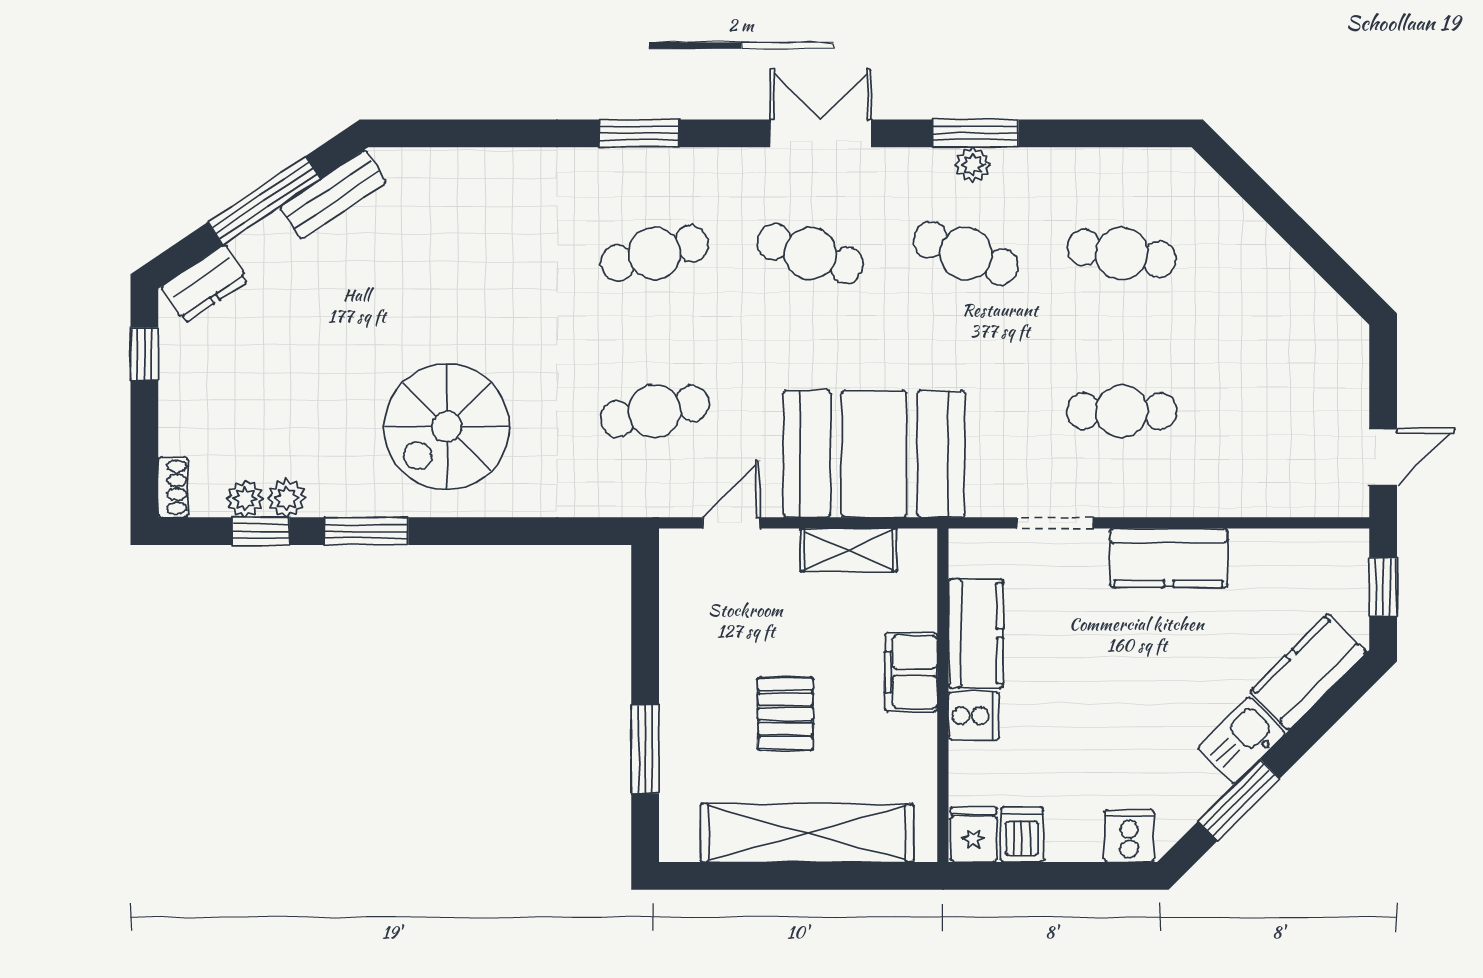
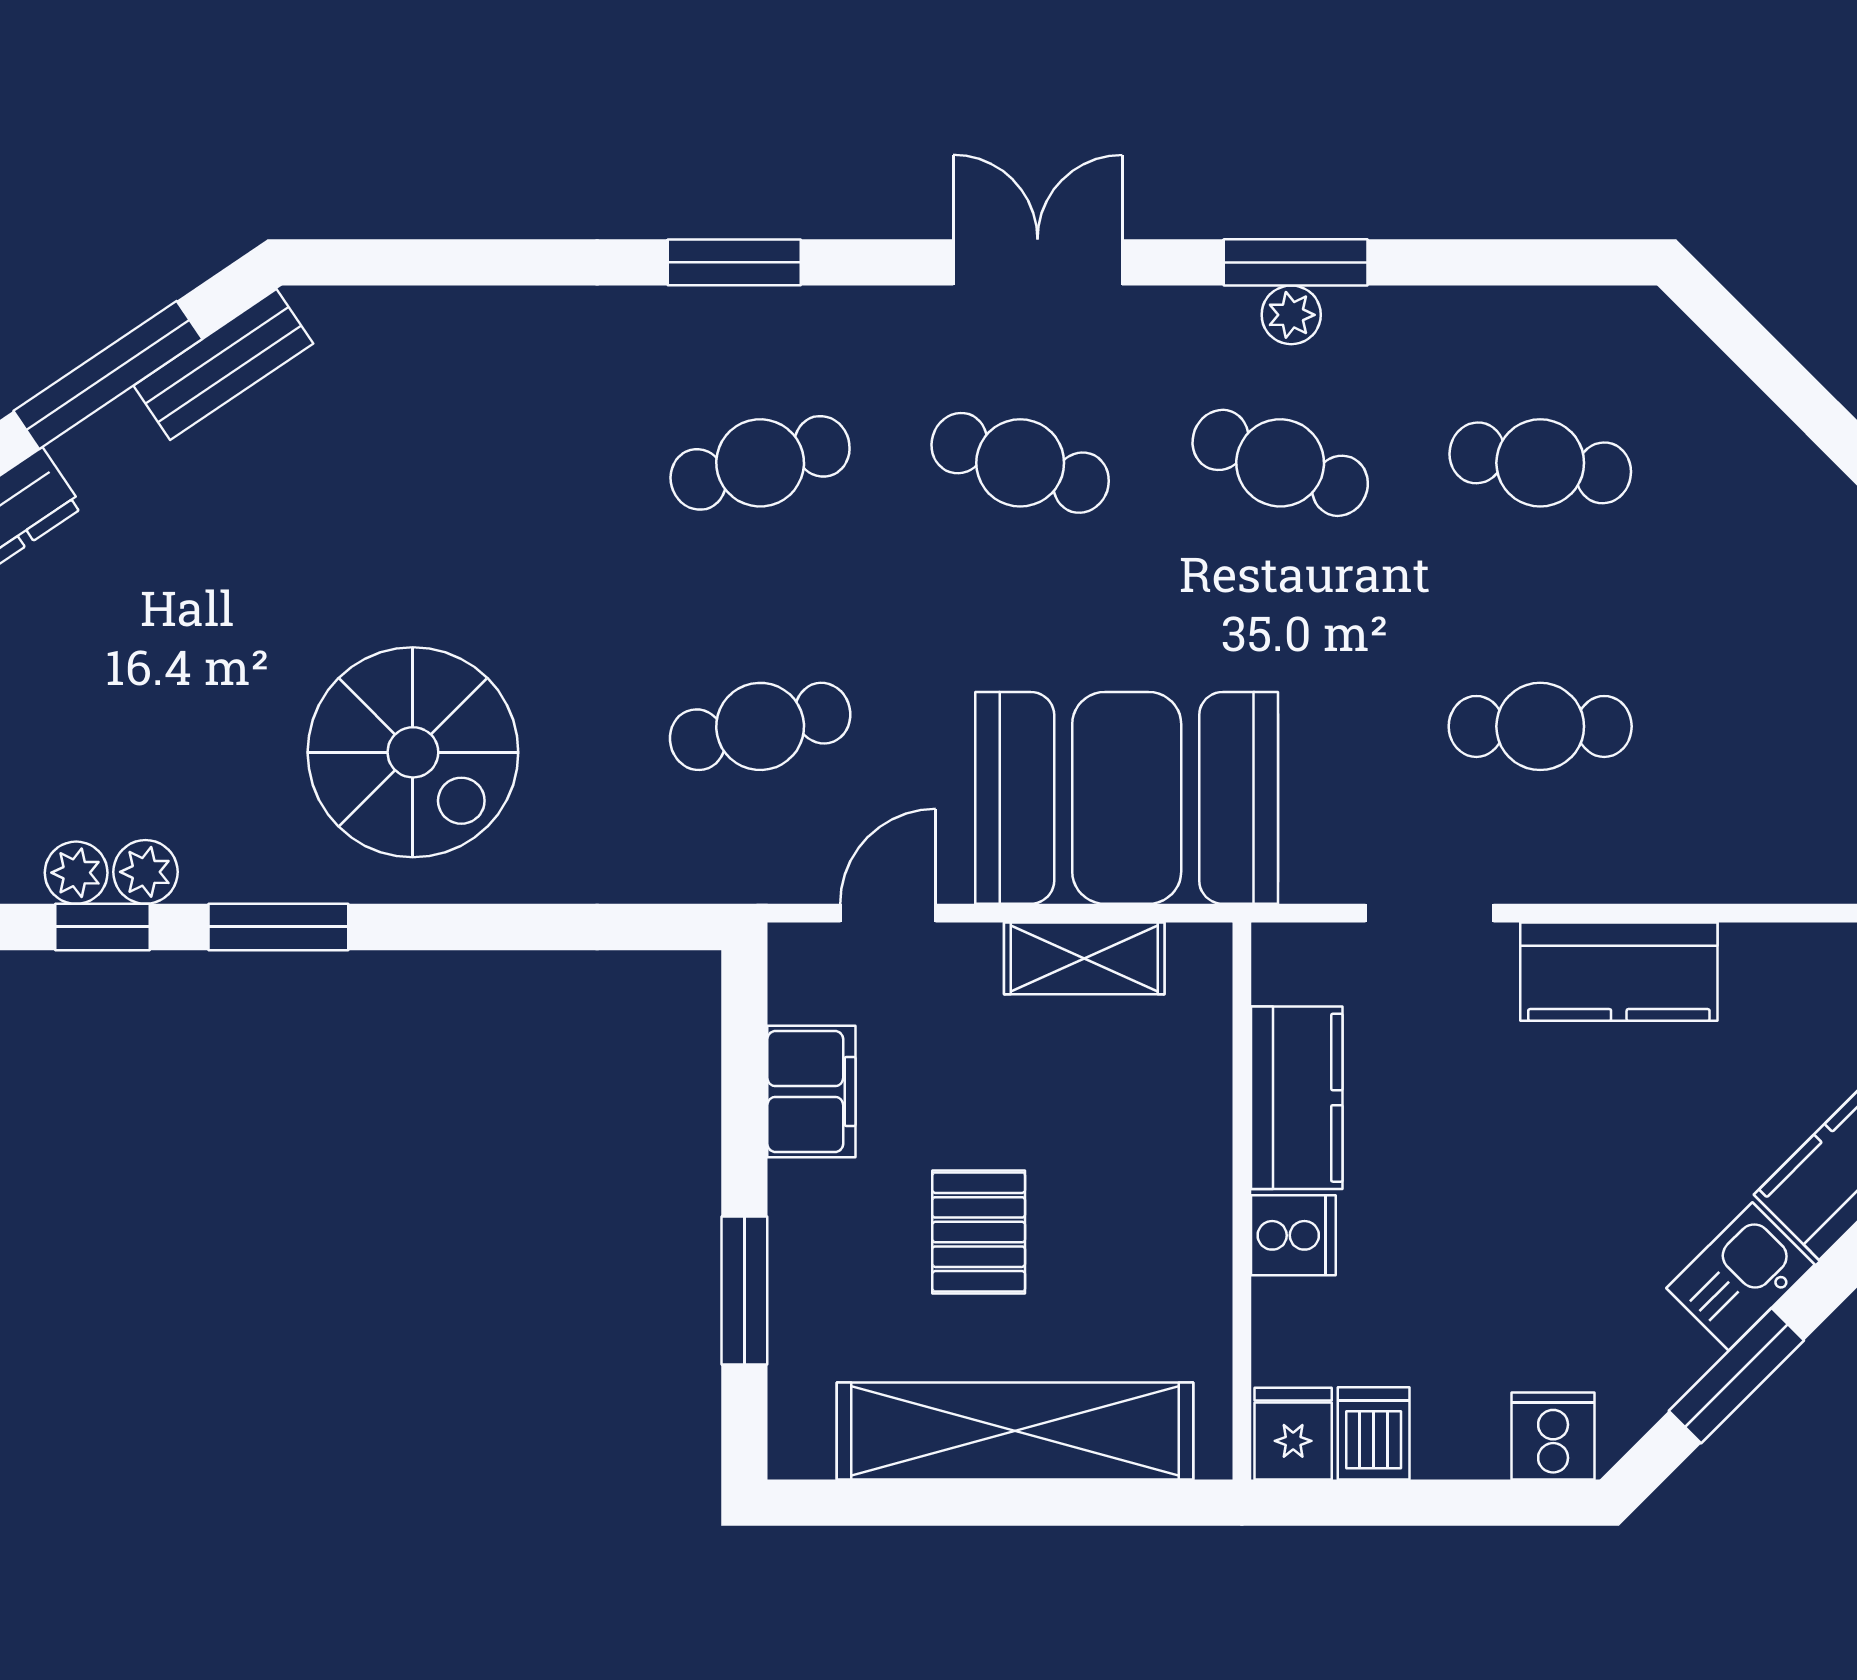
spiral stairs: (447, 427) -> (413, 752), turned -90
filing cabinet: (911, 672) -> (811, 1091), moved, turned 180

